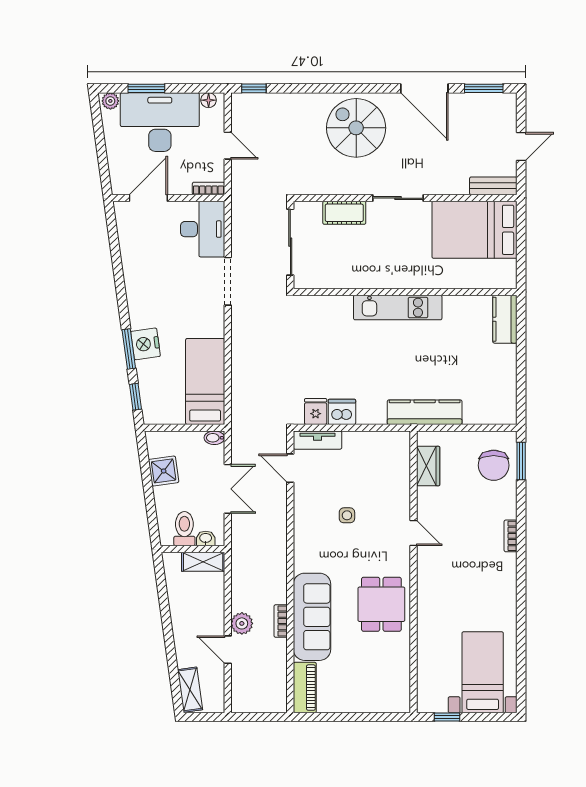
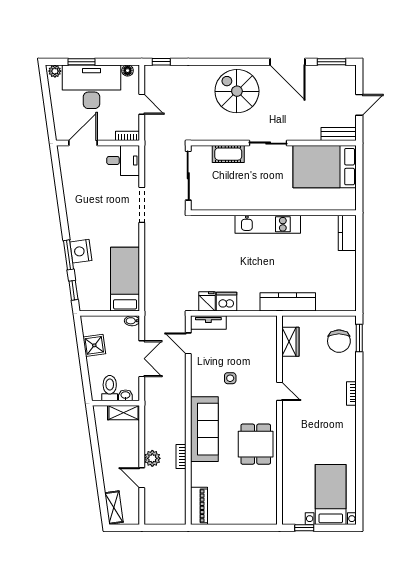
desk: (203, 229) -> (123, 160), width x0.73
sofa: (312, 617) -> (204, 429), moved

